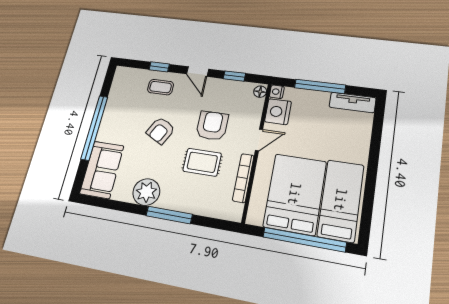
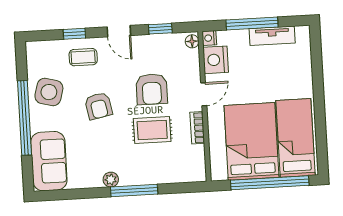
tv unit: (353, 102) -> (272, 36), moved
side table: (122, 110) -> (49, 92), added
armchair: (212, 126) -> (152, 89), turned 180
armchair: (161, 131) -> (98, 106), turned -39
bookcase: (243, 178) -> (197, 128), width x0.64
plant: (146, 192) -> (111, 180), width x0.53, depth x0.53

